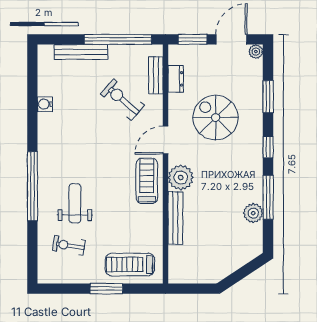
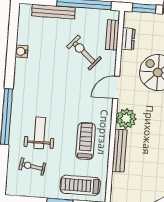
treadmill: (147, 181) -> (86, 141), moved

